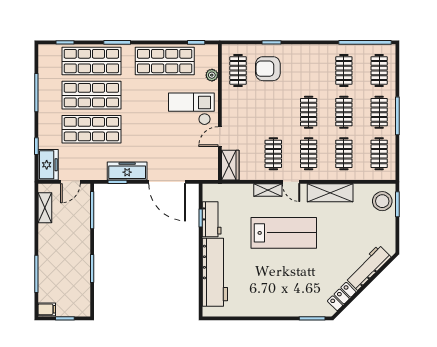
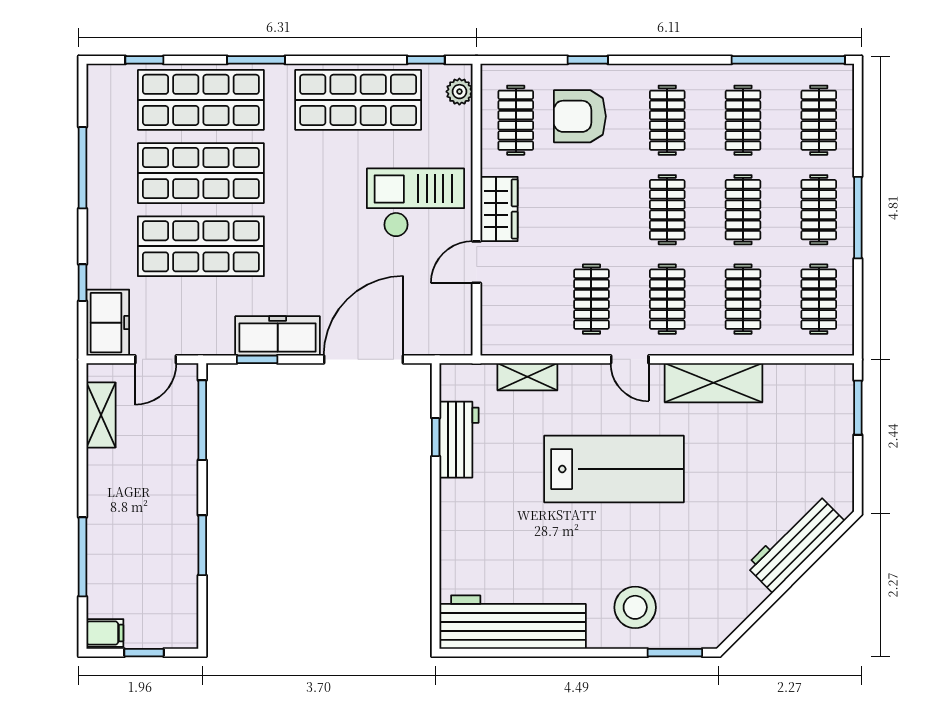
clothes rail: (309, 70) -> (667, 120), added
plant: (212, 75) -> (459, 92), moved
wardrobe: (230, 165) -> (499, 209), moved
door: (167, 182) -> (364, 359), swing flipped
shelving: (268, 190) -> (527, 377), moved
stool: (382, 201) -> (635, 607), moved
workbench: (215, 272) -> (513, 622), moved, turned -90
locker: (342, 296) -> (738, 605), removed

